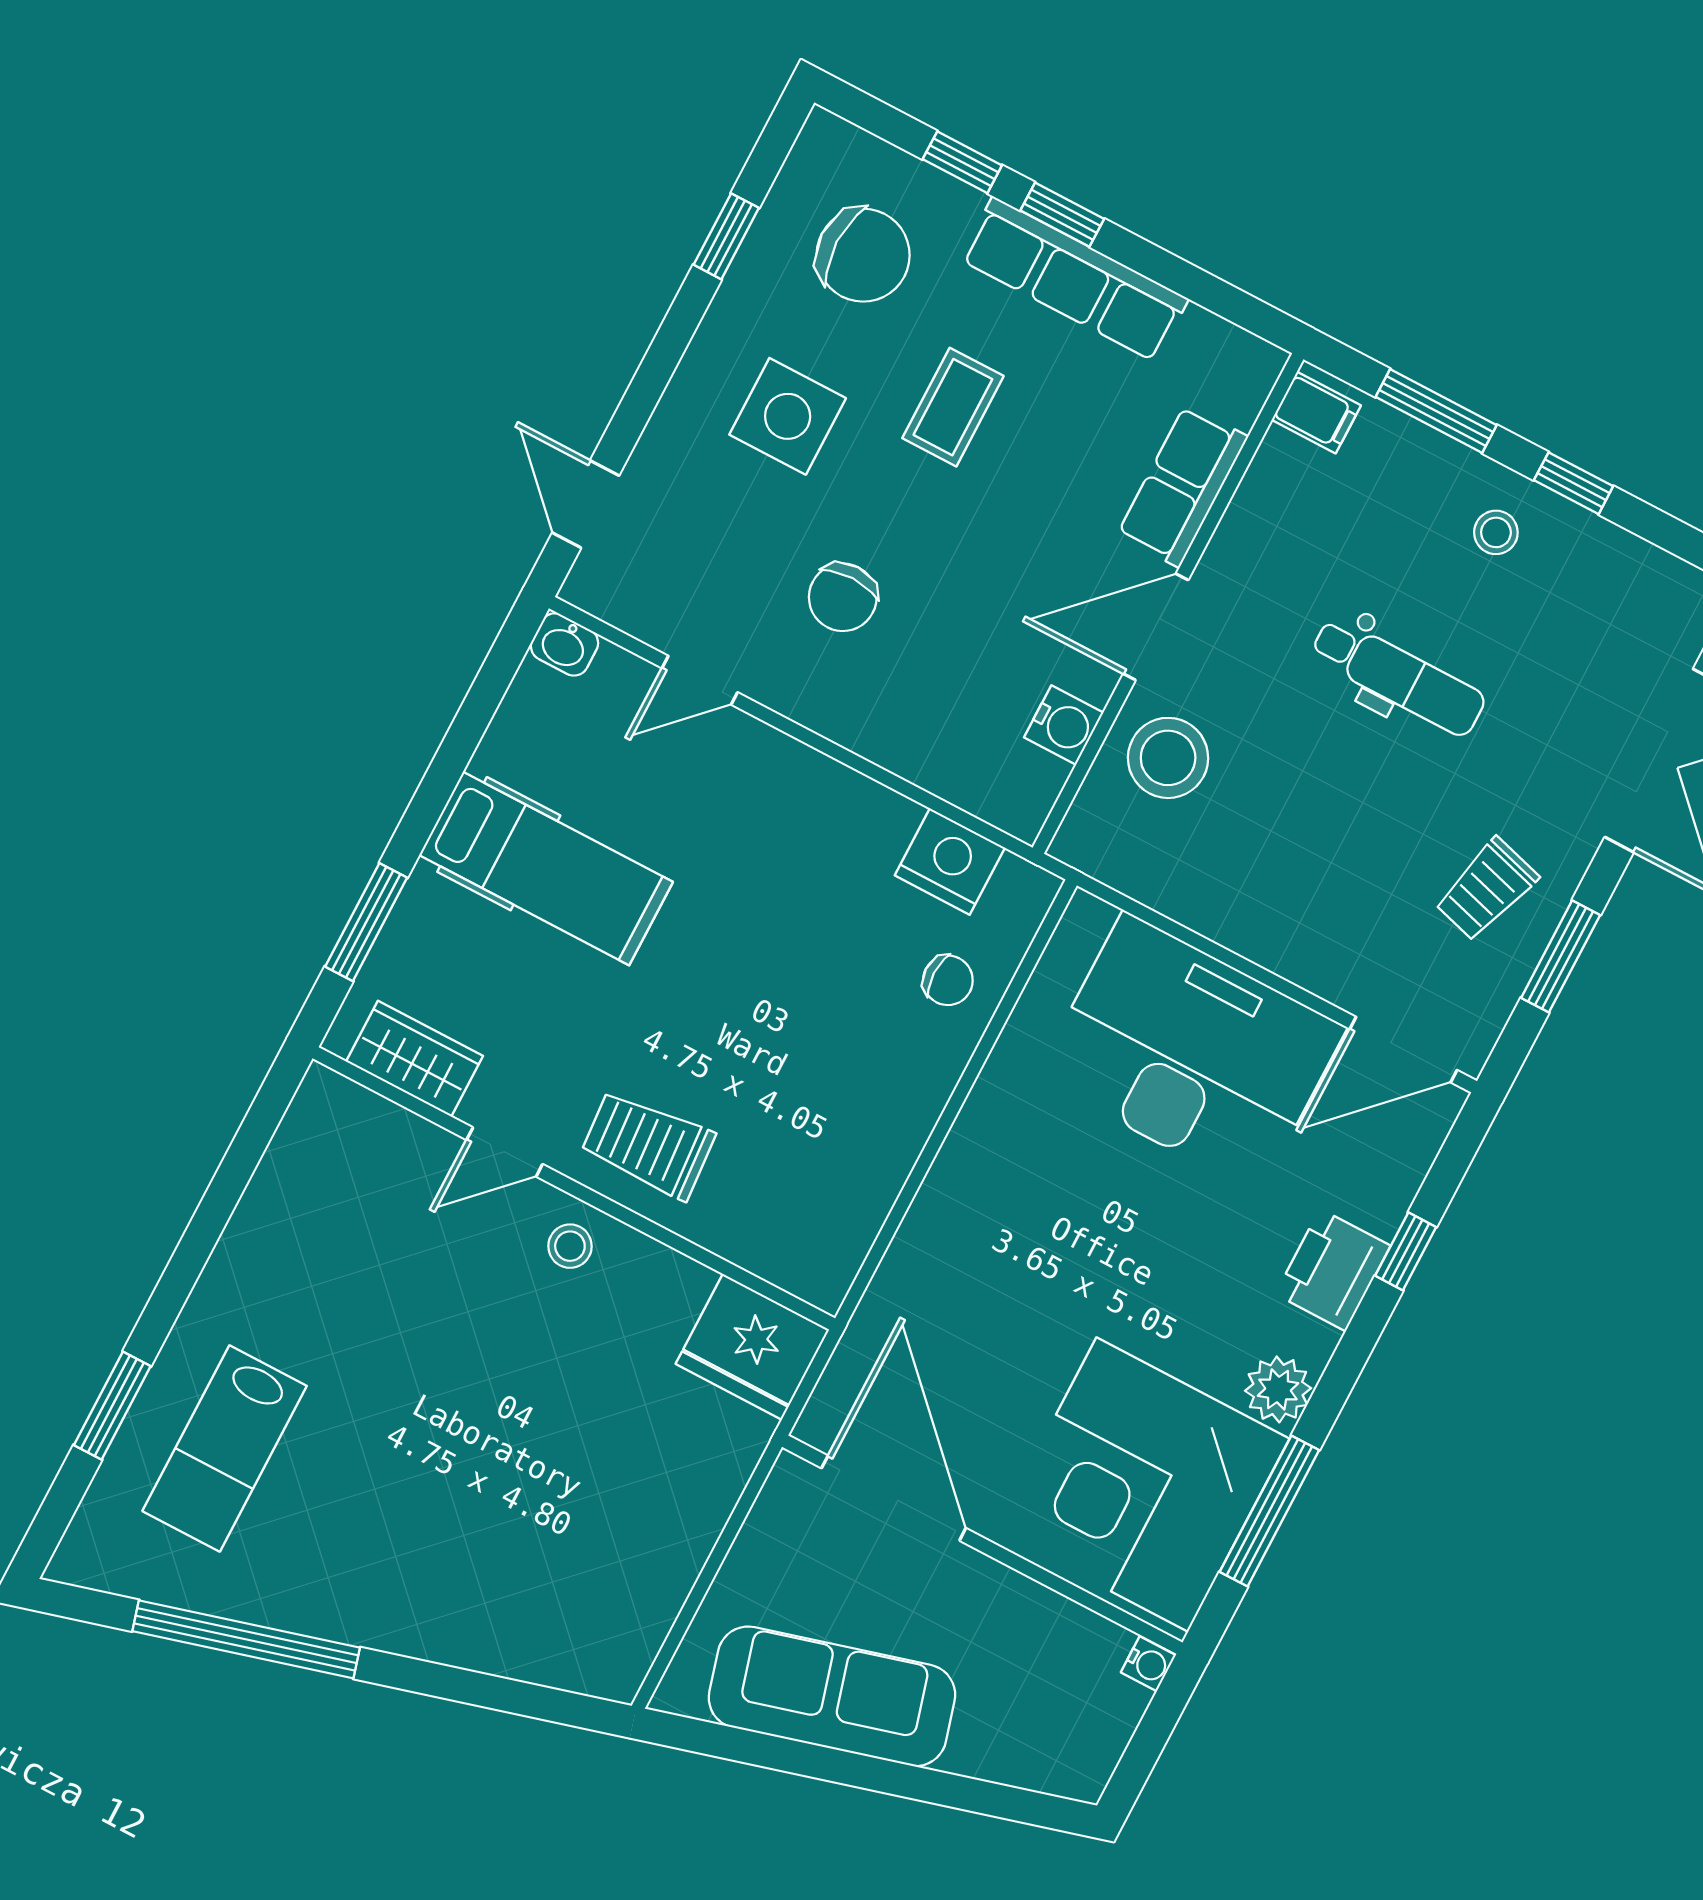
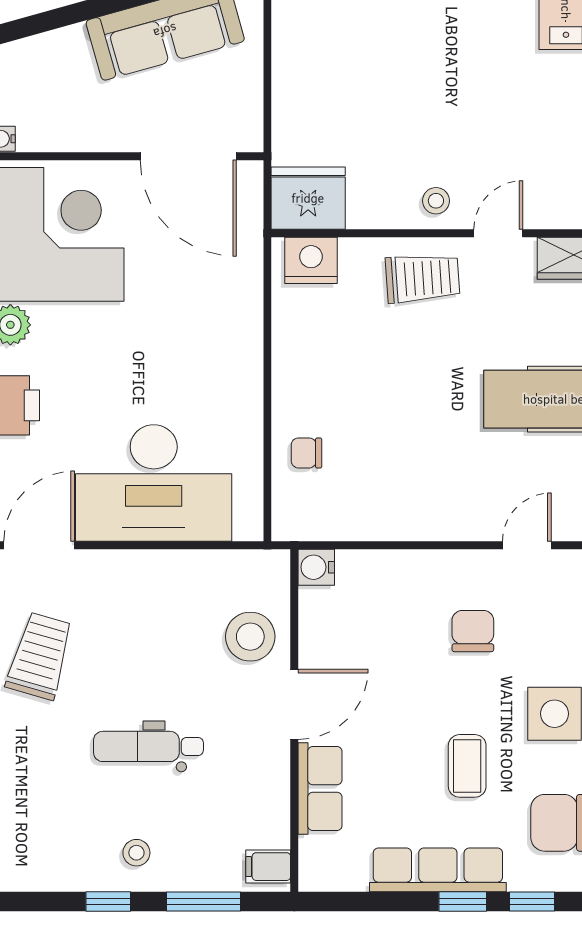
water cooler: (1064, 725) -> (316, 567), moved
nightstand: (950, 862) -> (311, 260), moved, turned 180
trolley: (1486, 889) -> (40, 656), width x1.36, depth x1.39

